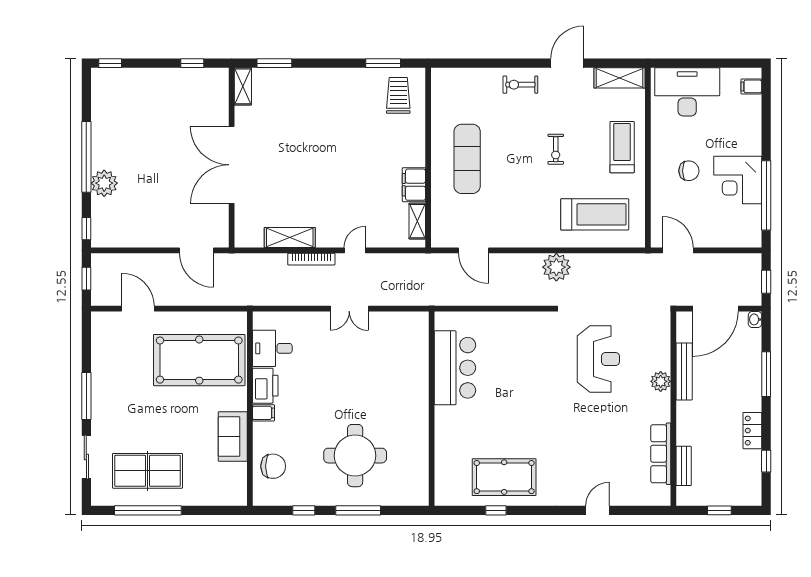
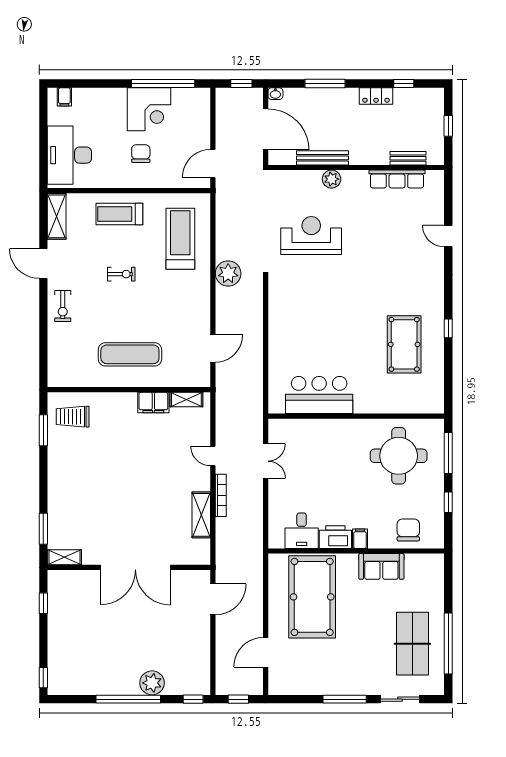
bar counter: (455, 368) -> (319, 395), moved
wall: (432, 409) -> (356, 416), moved
pool table: (504, 477) -> (404, 344), moved

